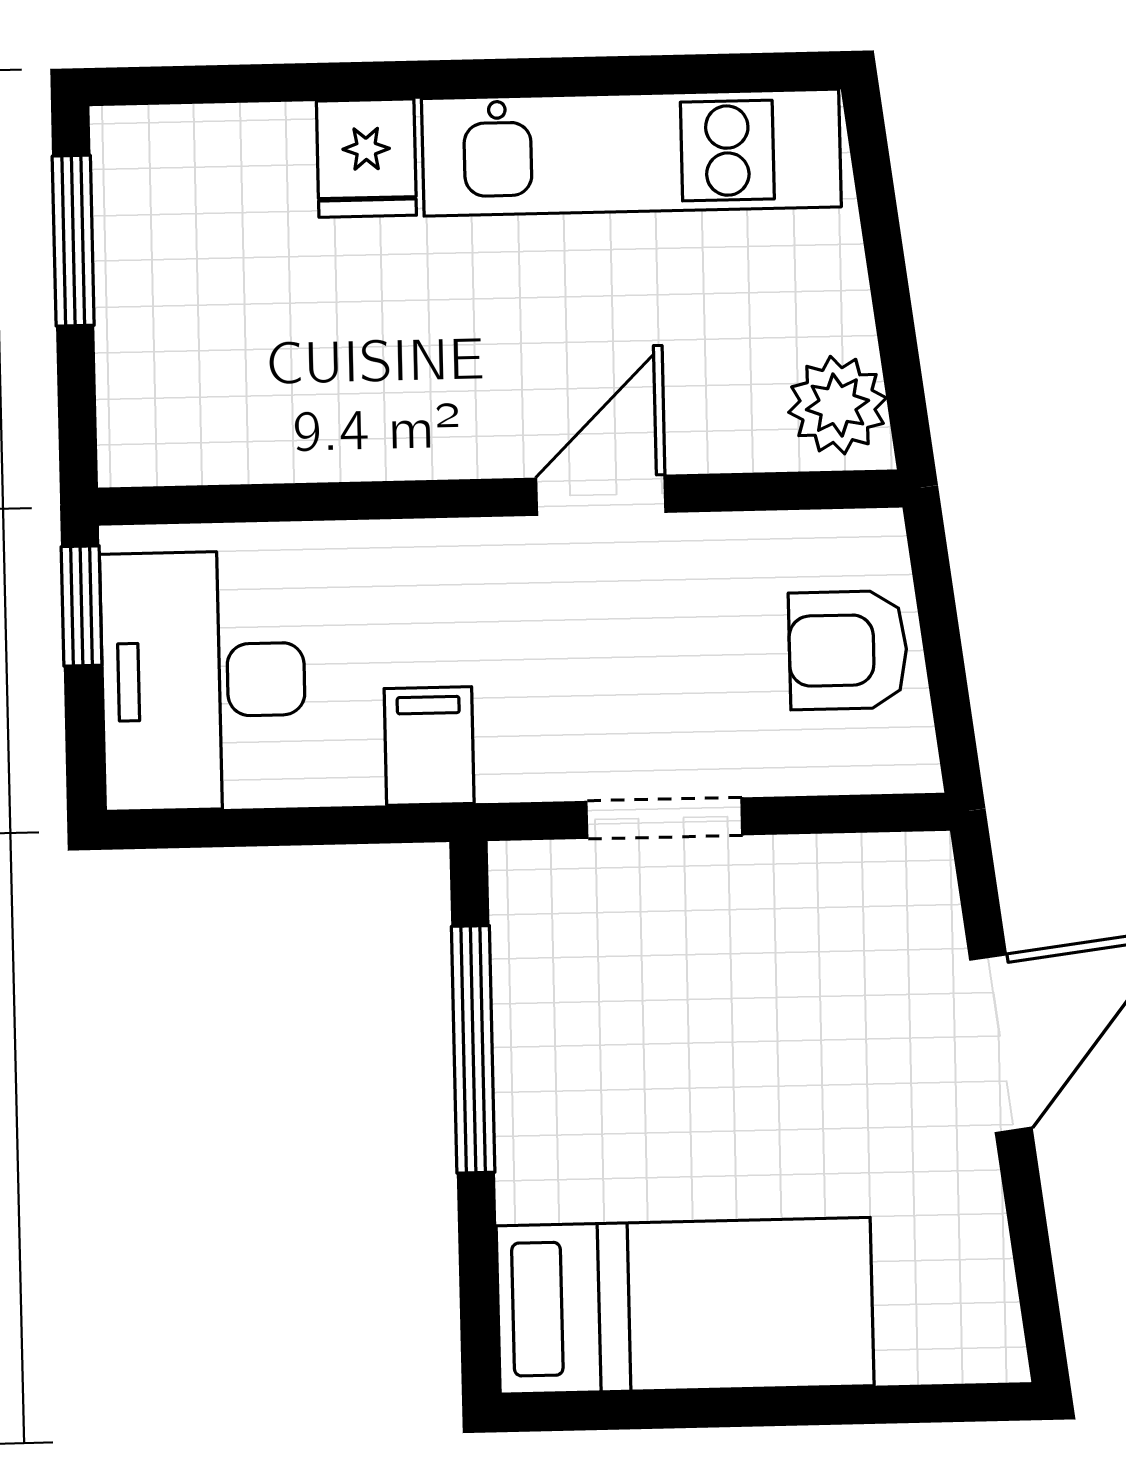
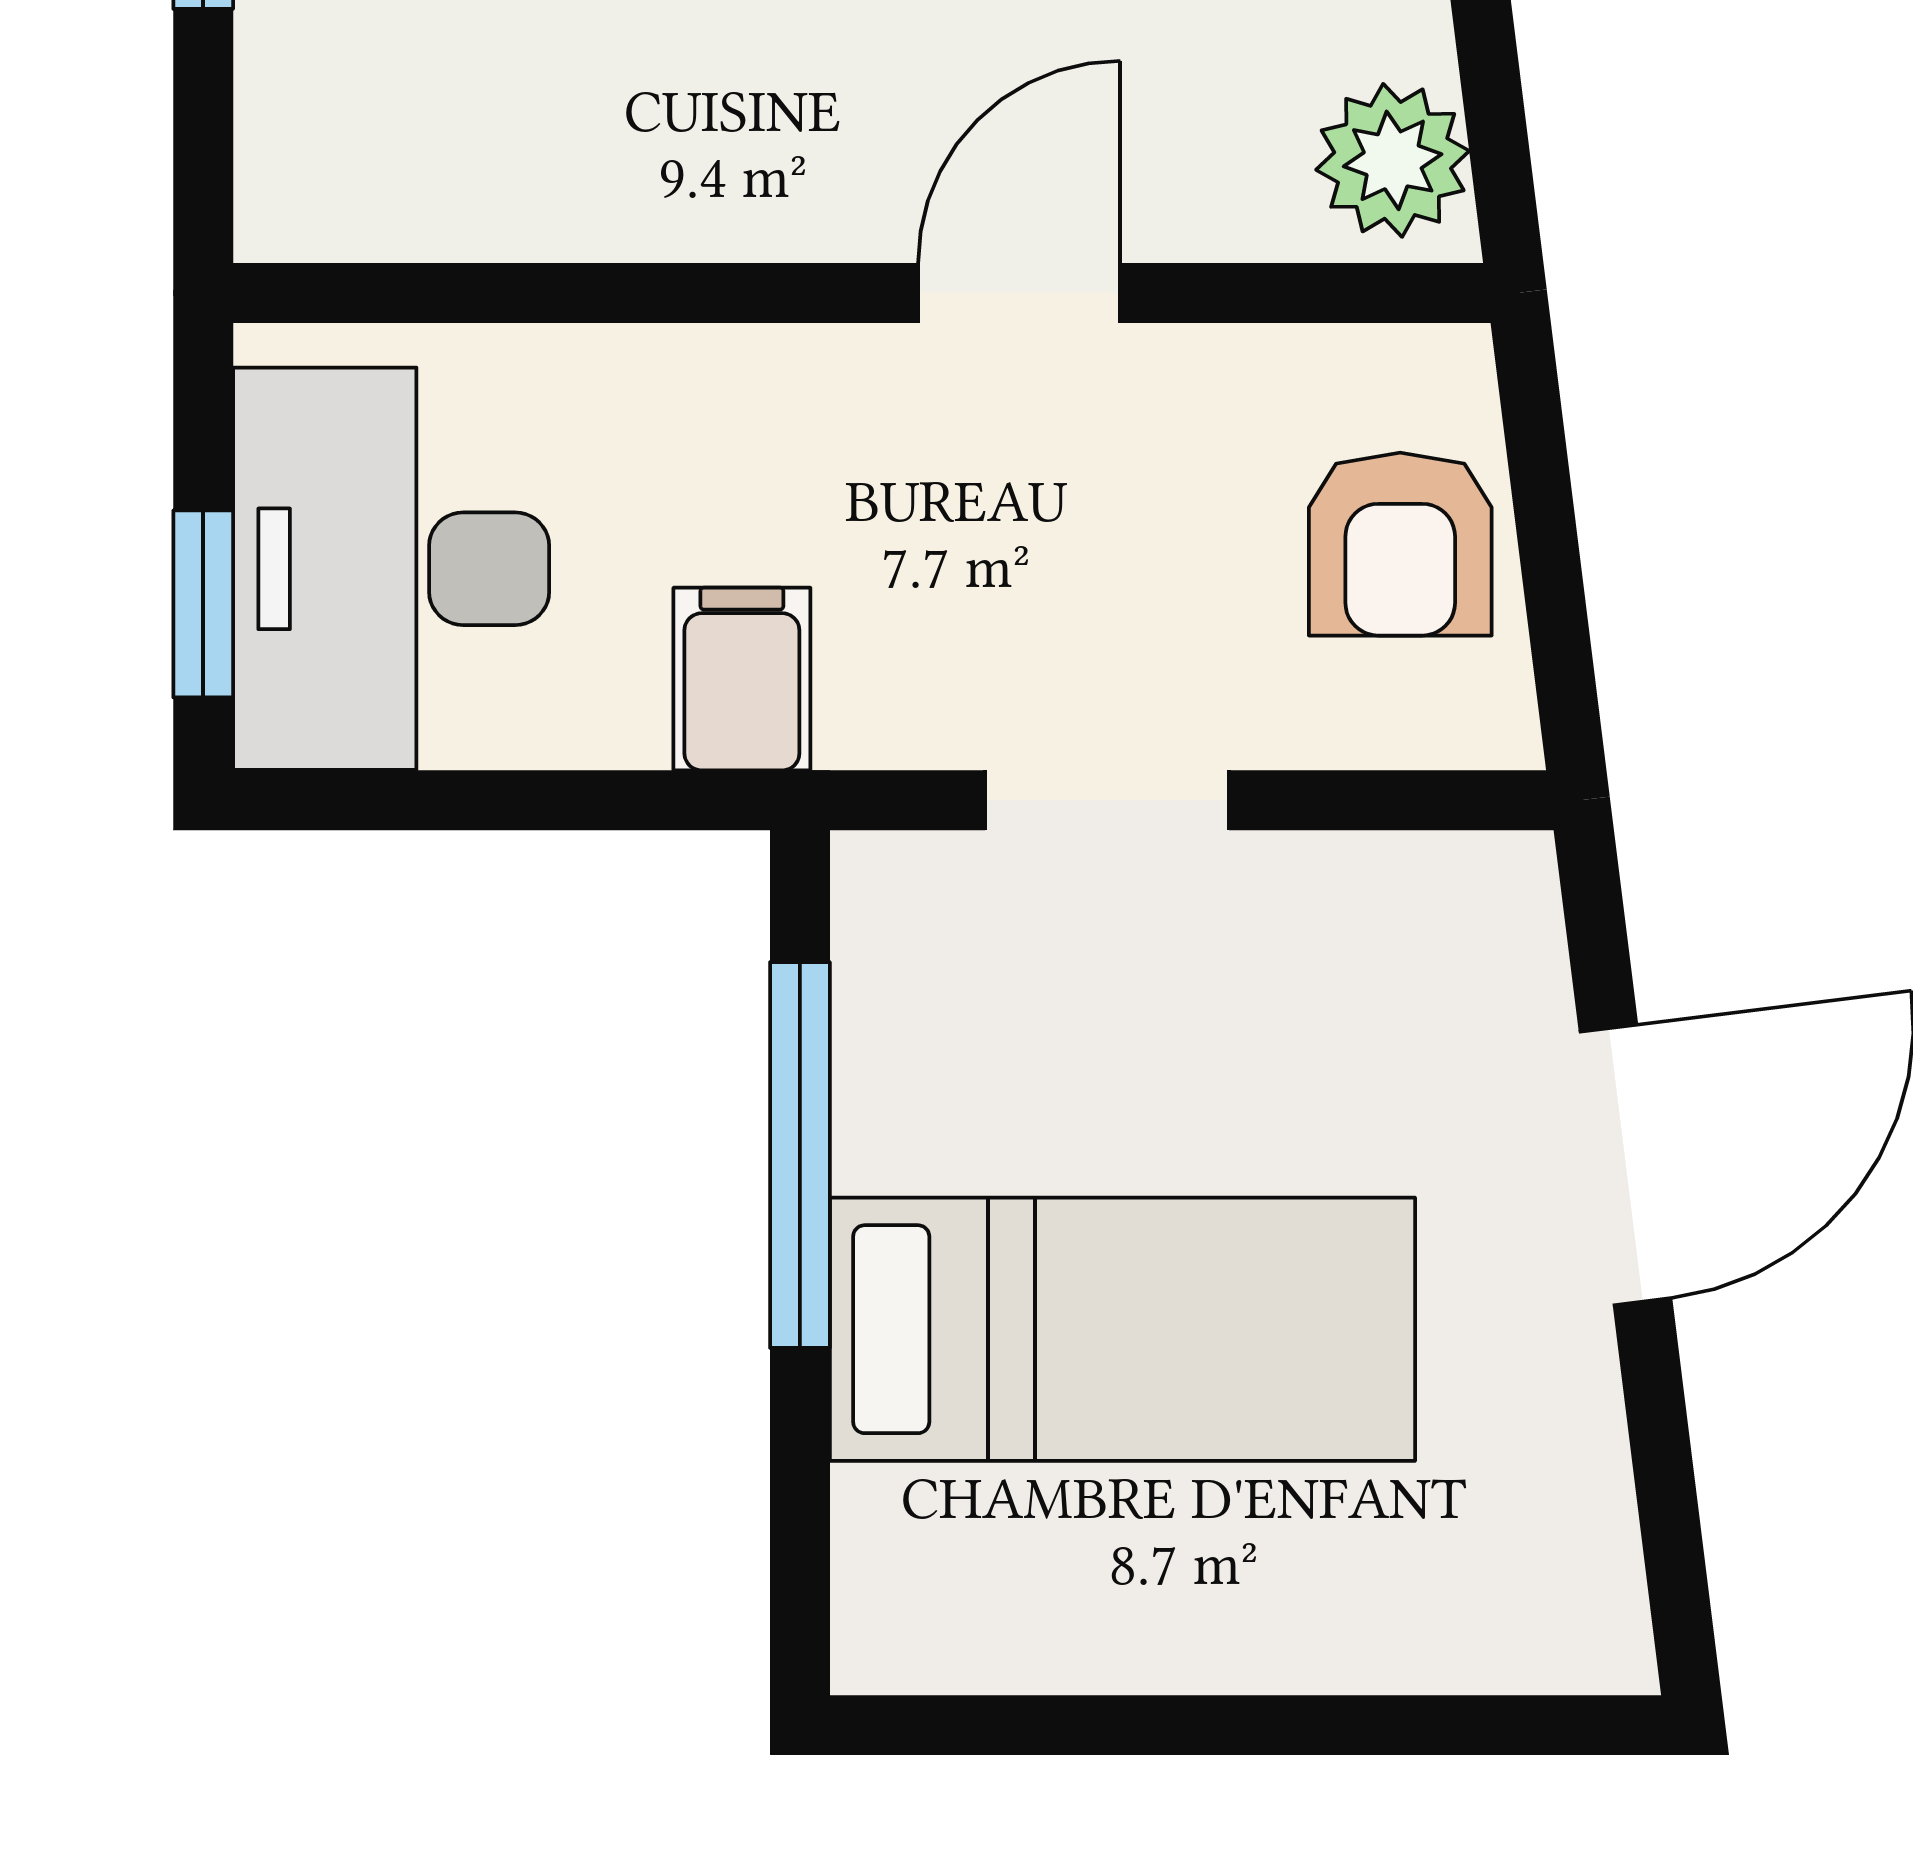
window: (82, 606) -> (203, 604), moved
armchair: (848, 650) -> (1400, 544), turned -90
bed: (685, 1306) -> (1122, 1329), moved

